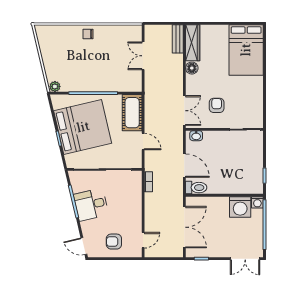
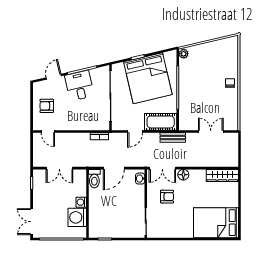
bench: (178, 39) -> (173, 138), moved
floor lamp: (192, 68) -> (183, 175), moved
washing machine: (257, 202) -> (81, 202), moved
double door: (184, 227) -> (59, 168), width x0.73
armchair: (114, 242) -> (47, 106), turned -90
door: (84, 246) -> (54, 77), moved

